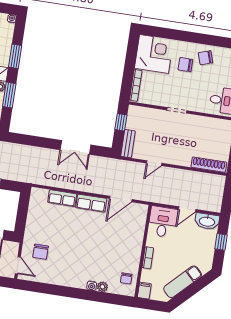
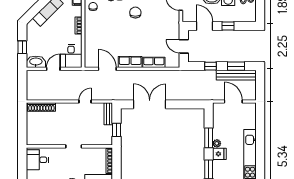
double door: (75, 147) -> (150, 104), width x1.37
door: (121, 199) -> (107, 69), hinge flipped
door: (22, 212) -> (184, 46), added
chair: (41, 252) -> (135, 13), moved

